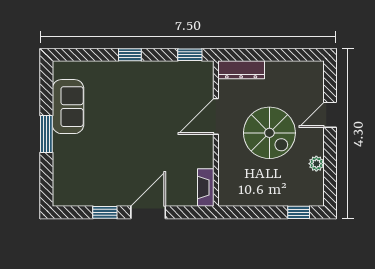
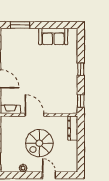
door: (216, 116) -> (34, 115), moved
window: (46, 134) -> (20, 25), moved

